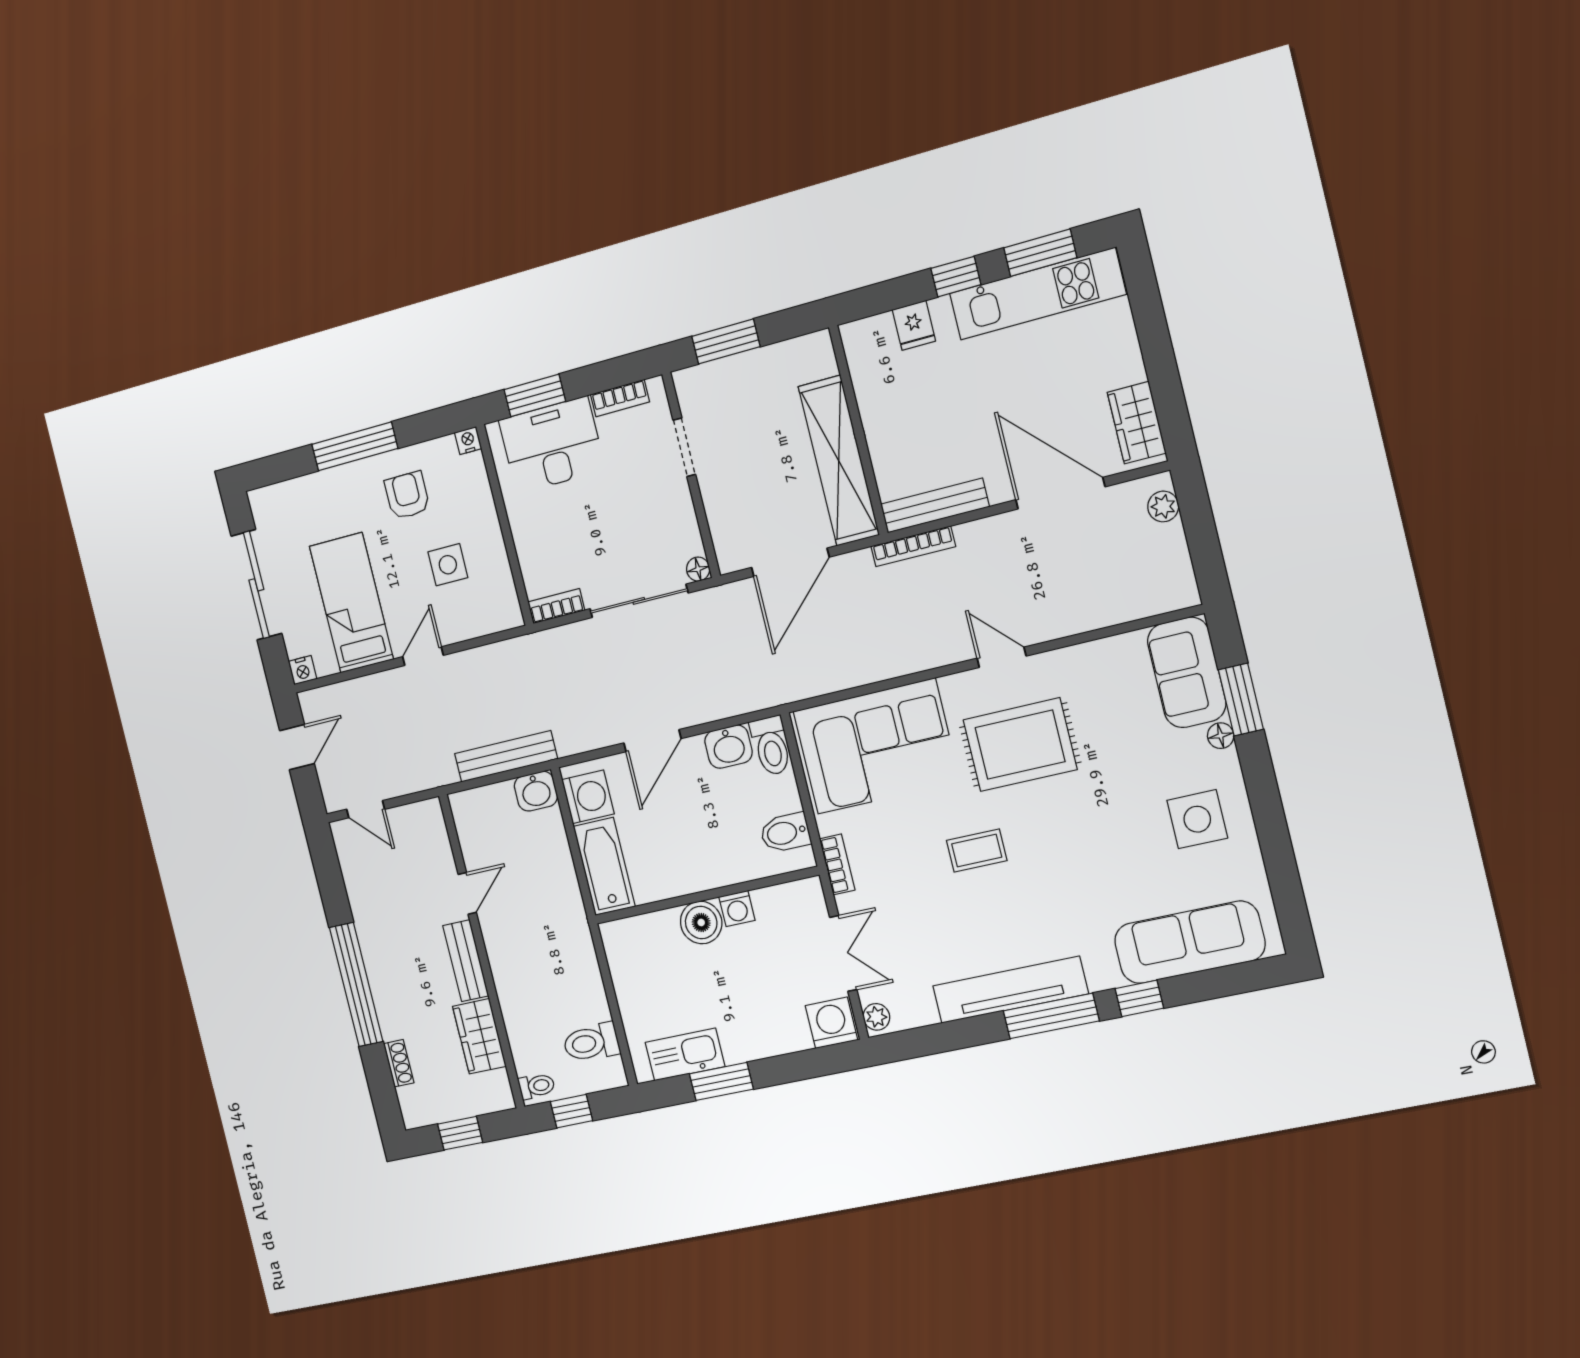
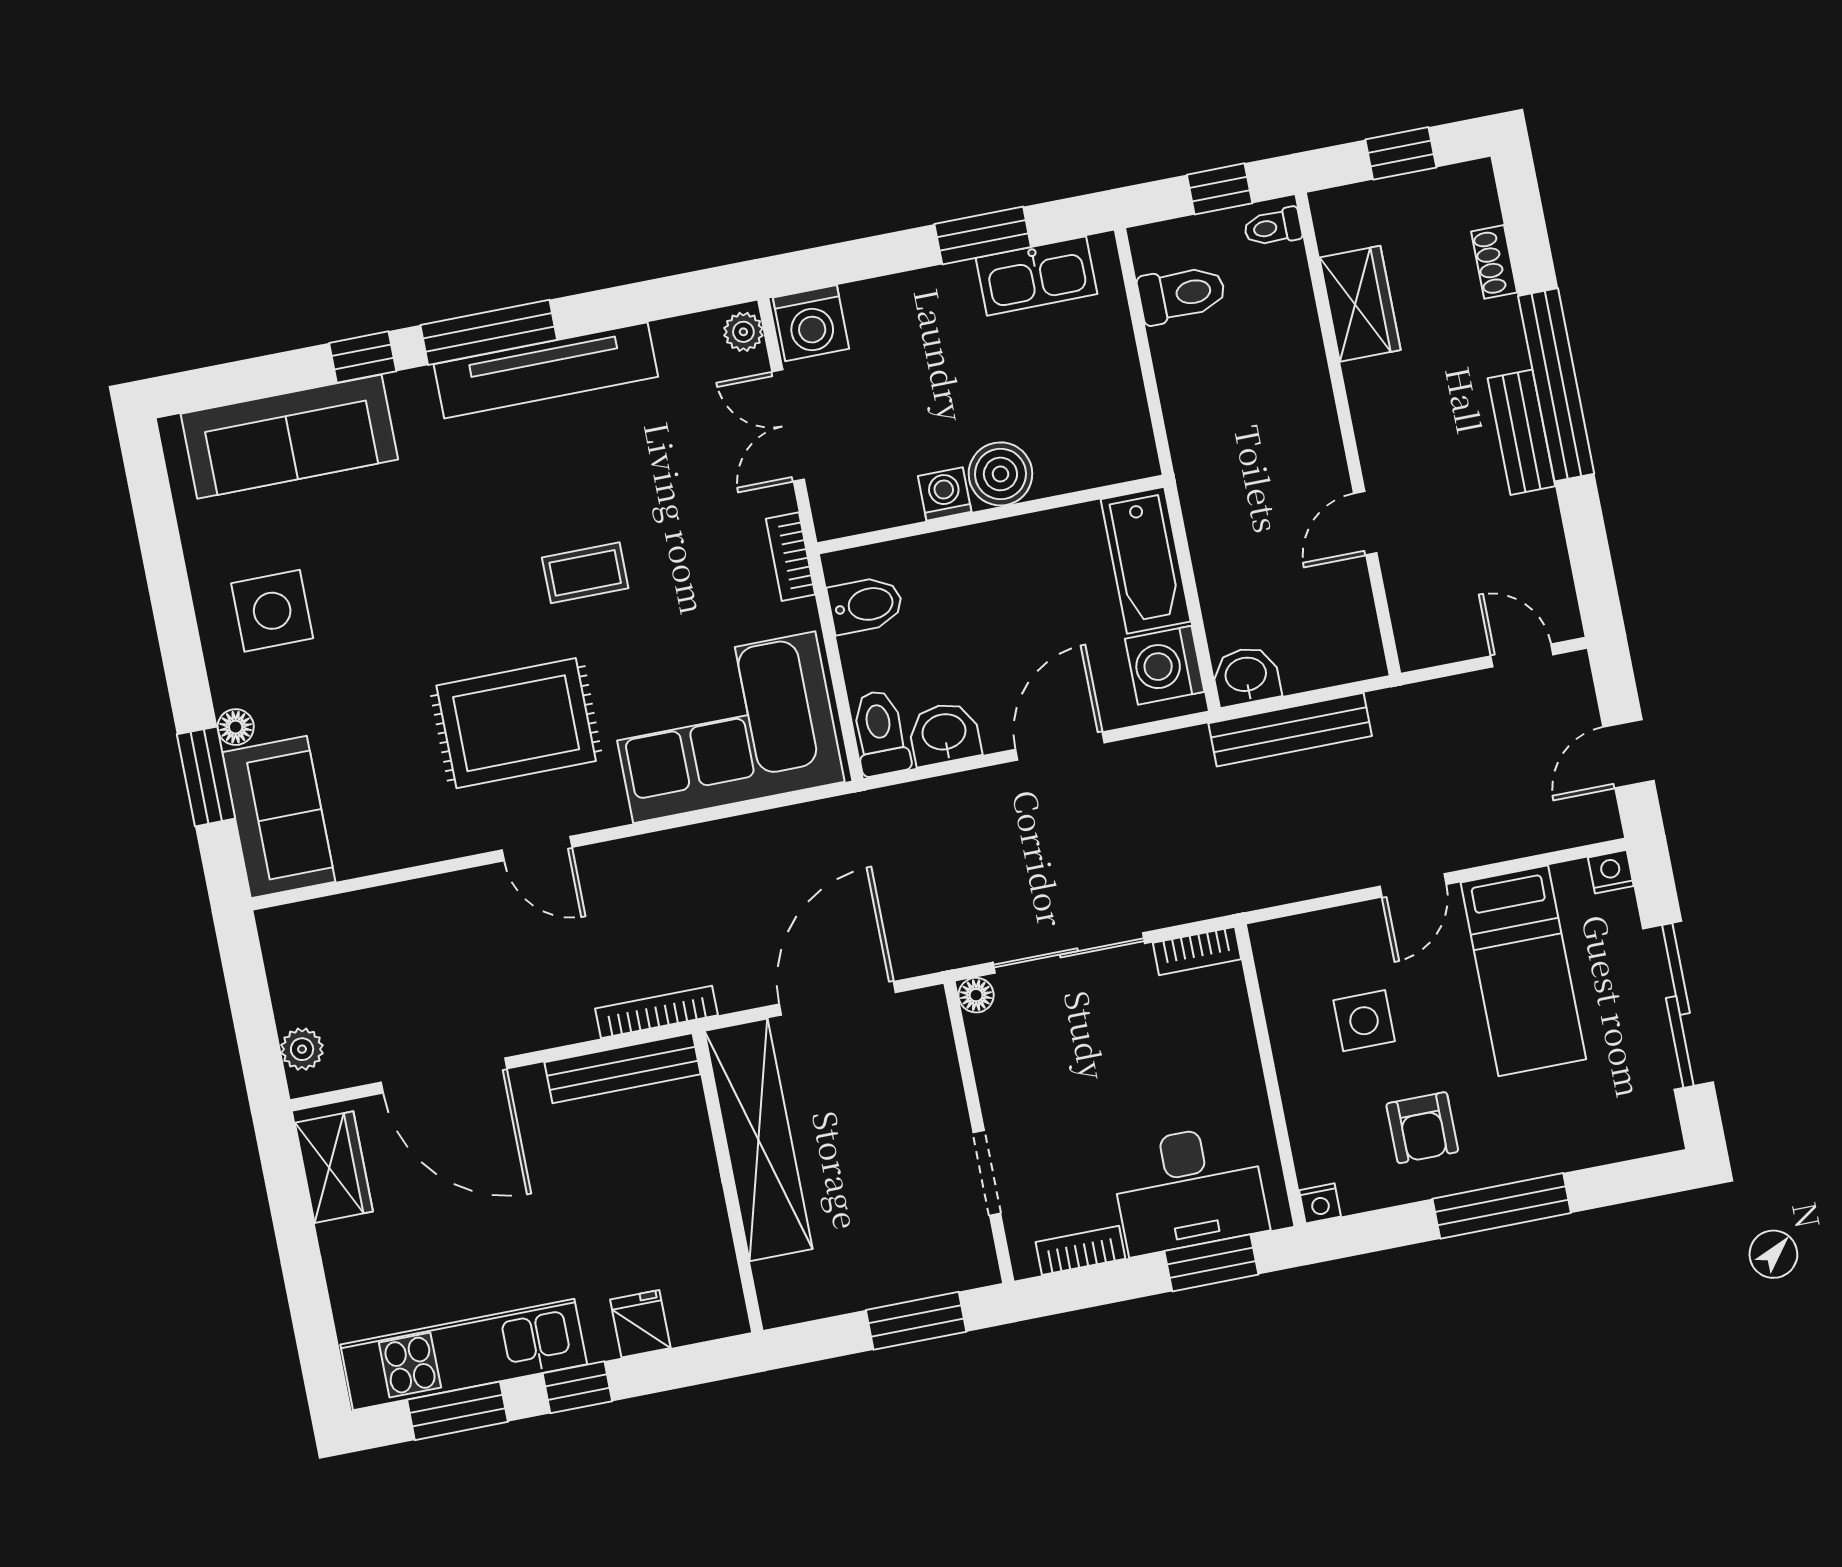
bench: (466, 961) -> (1521, 432), moved

